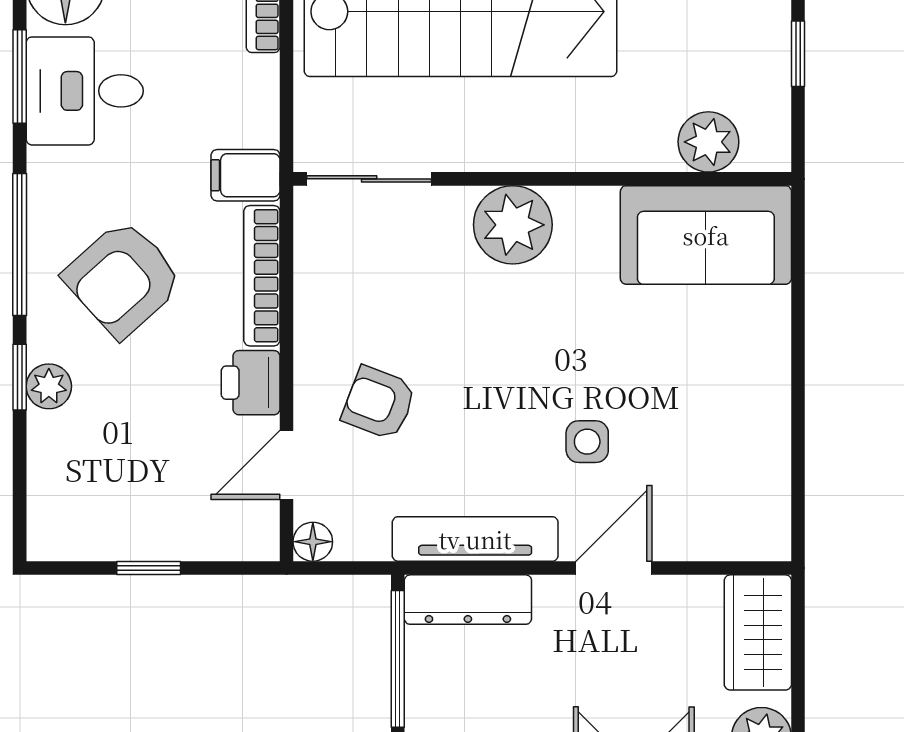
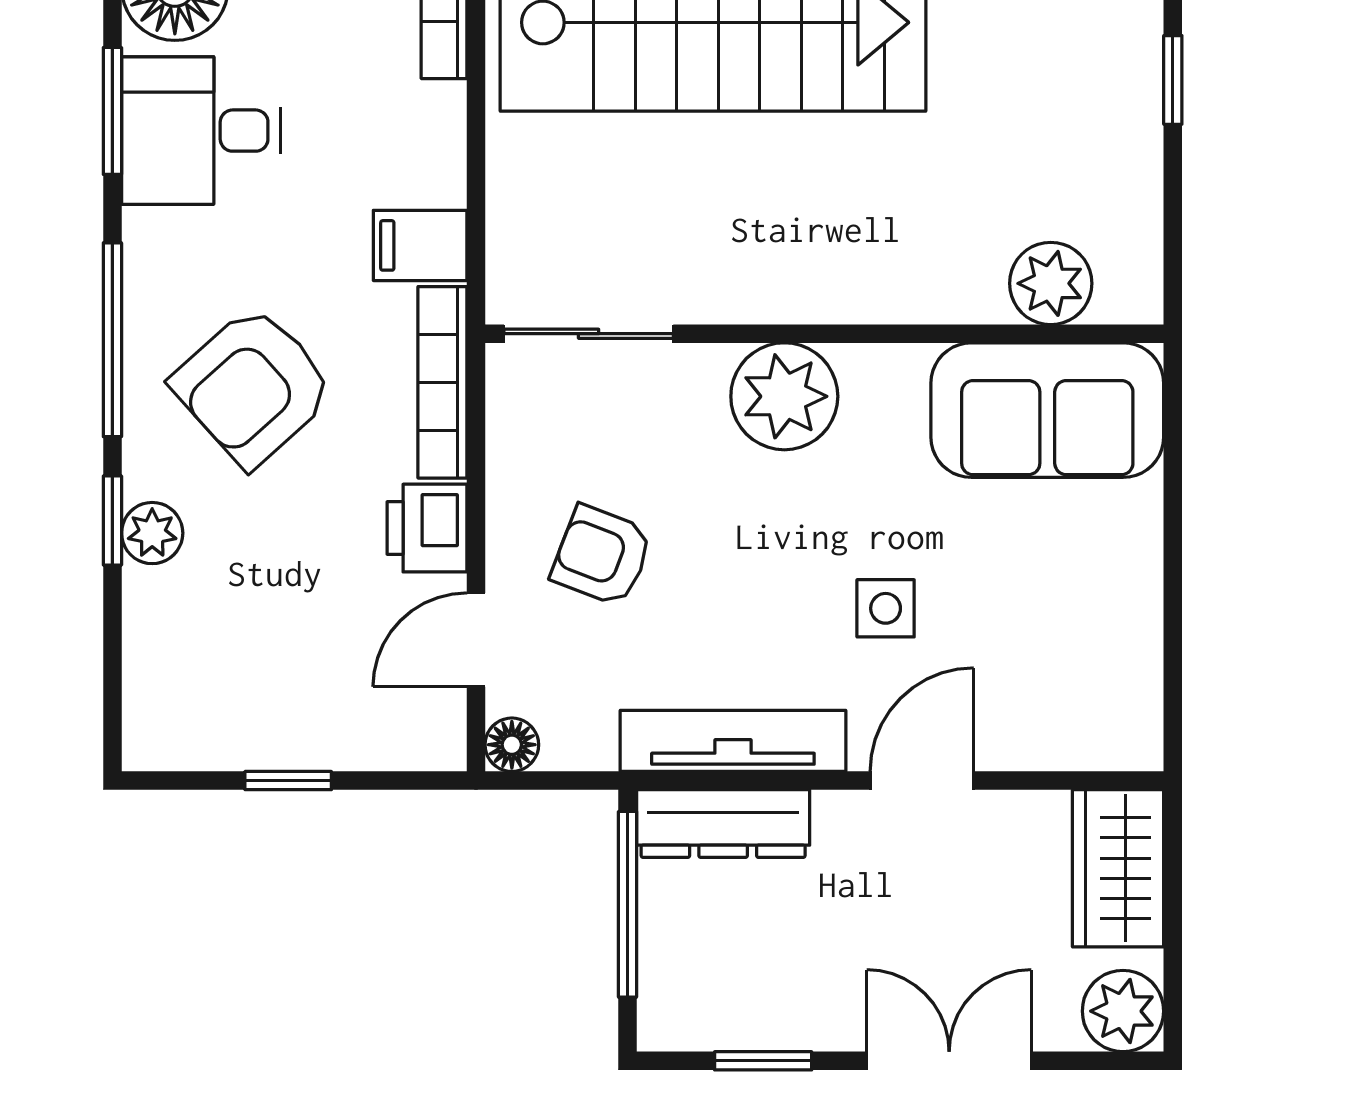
plant: (708, 142) -> (1051, 283), moved
sliding door: (369, 179) -> (589, 334), moved
wall: (542, 179) -> (824, 334), moved
plant: (513, 225) -> (784, 396), moved
sofa: (706, 235) -> (1047, 410), moved

